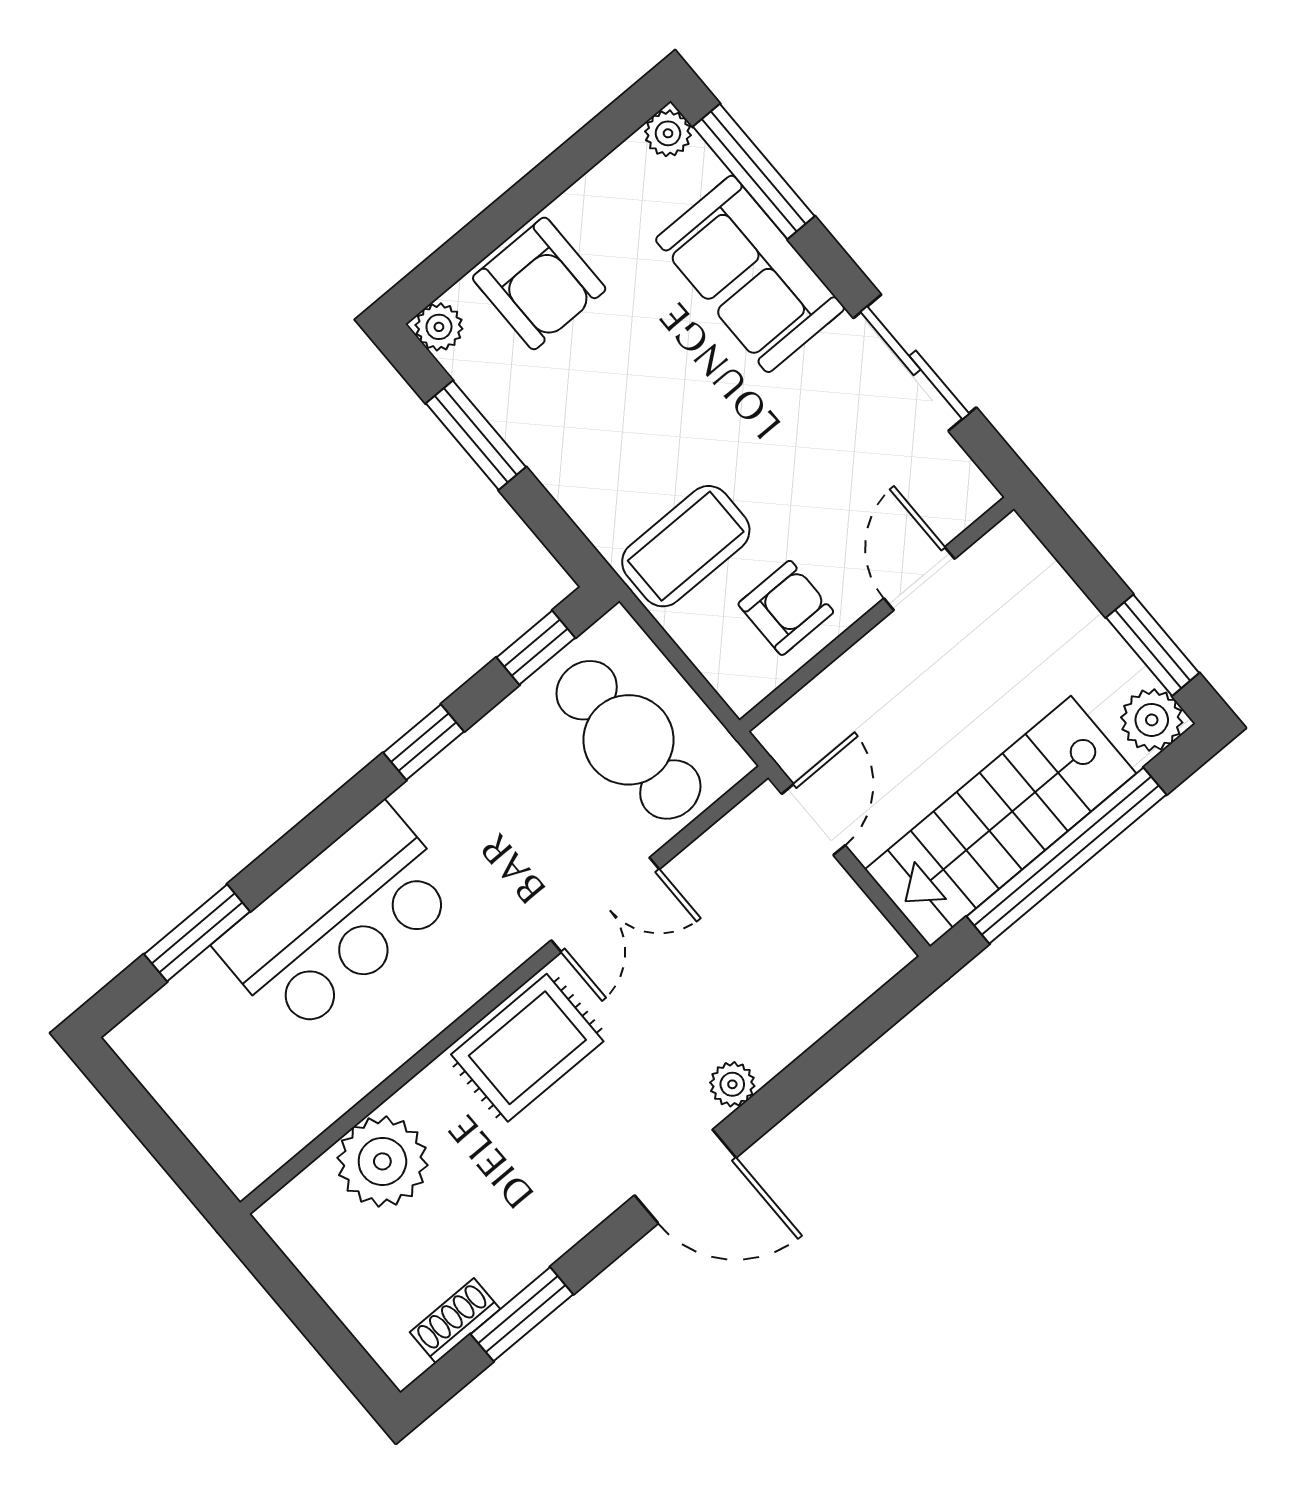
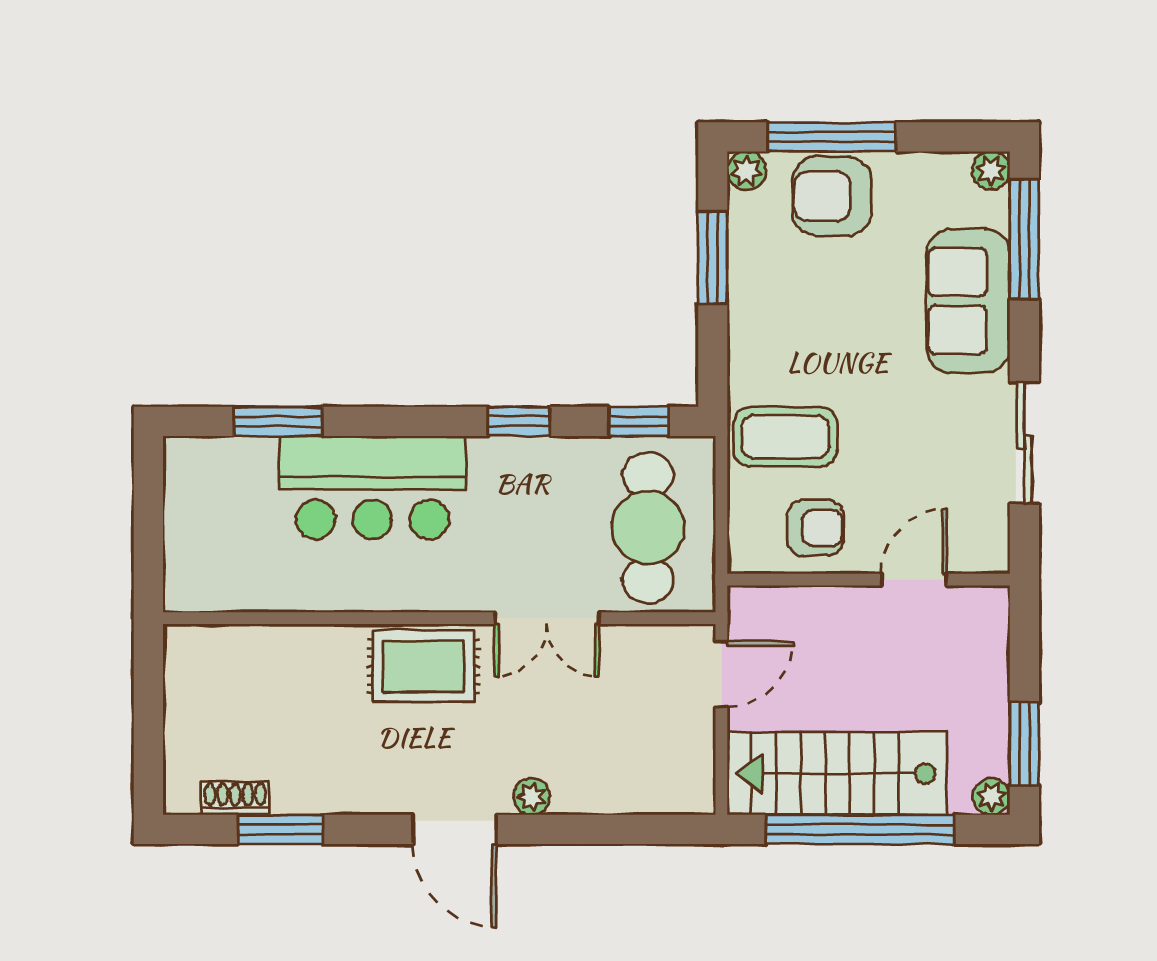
window: (492, 228) -> (832, 137), added
armchair: (539, 283) -> (832, 196), turned 90
plant: (1152, 720) -> (991, 797), width x0.73, depth x0.73
plant: (382, 1161) -> (273, 661), removed

